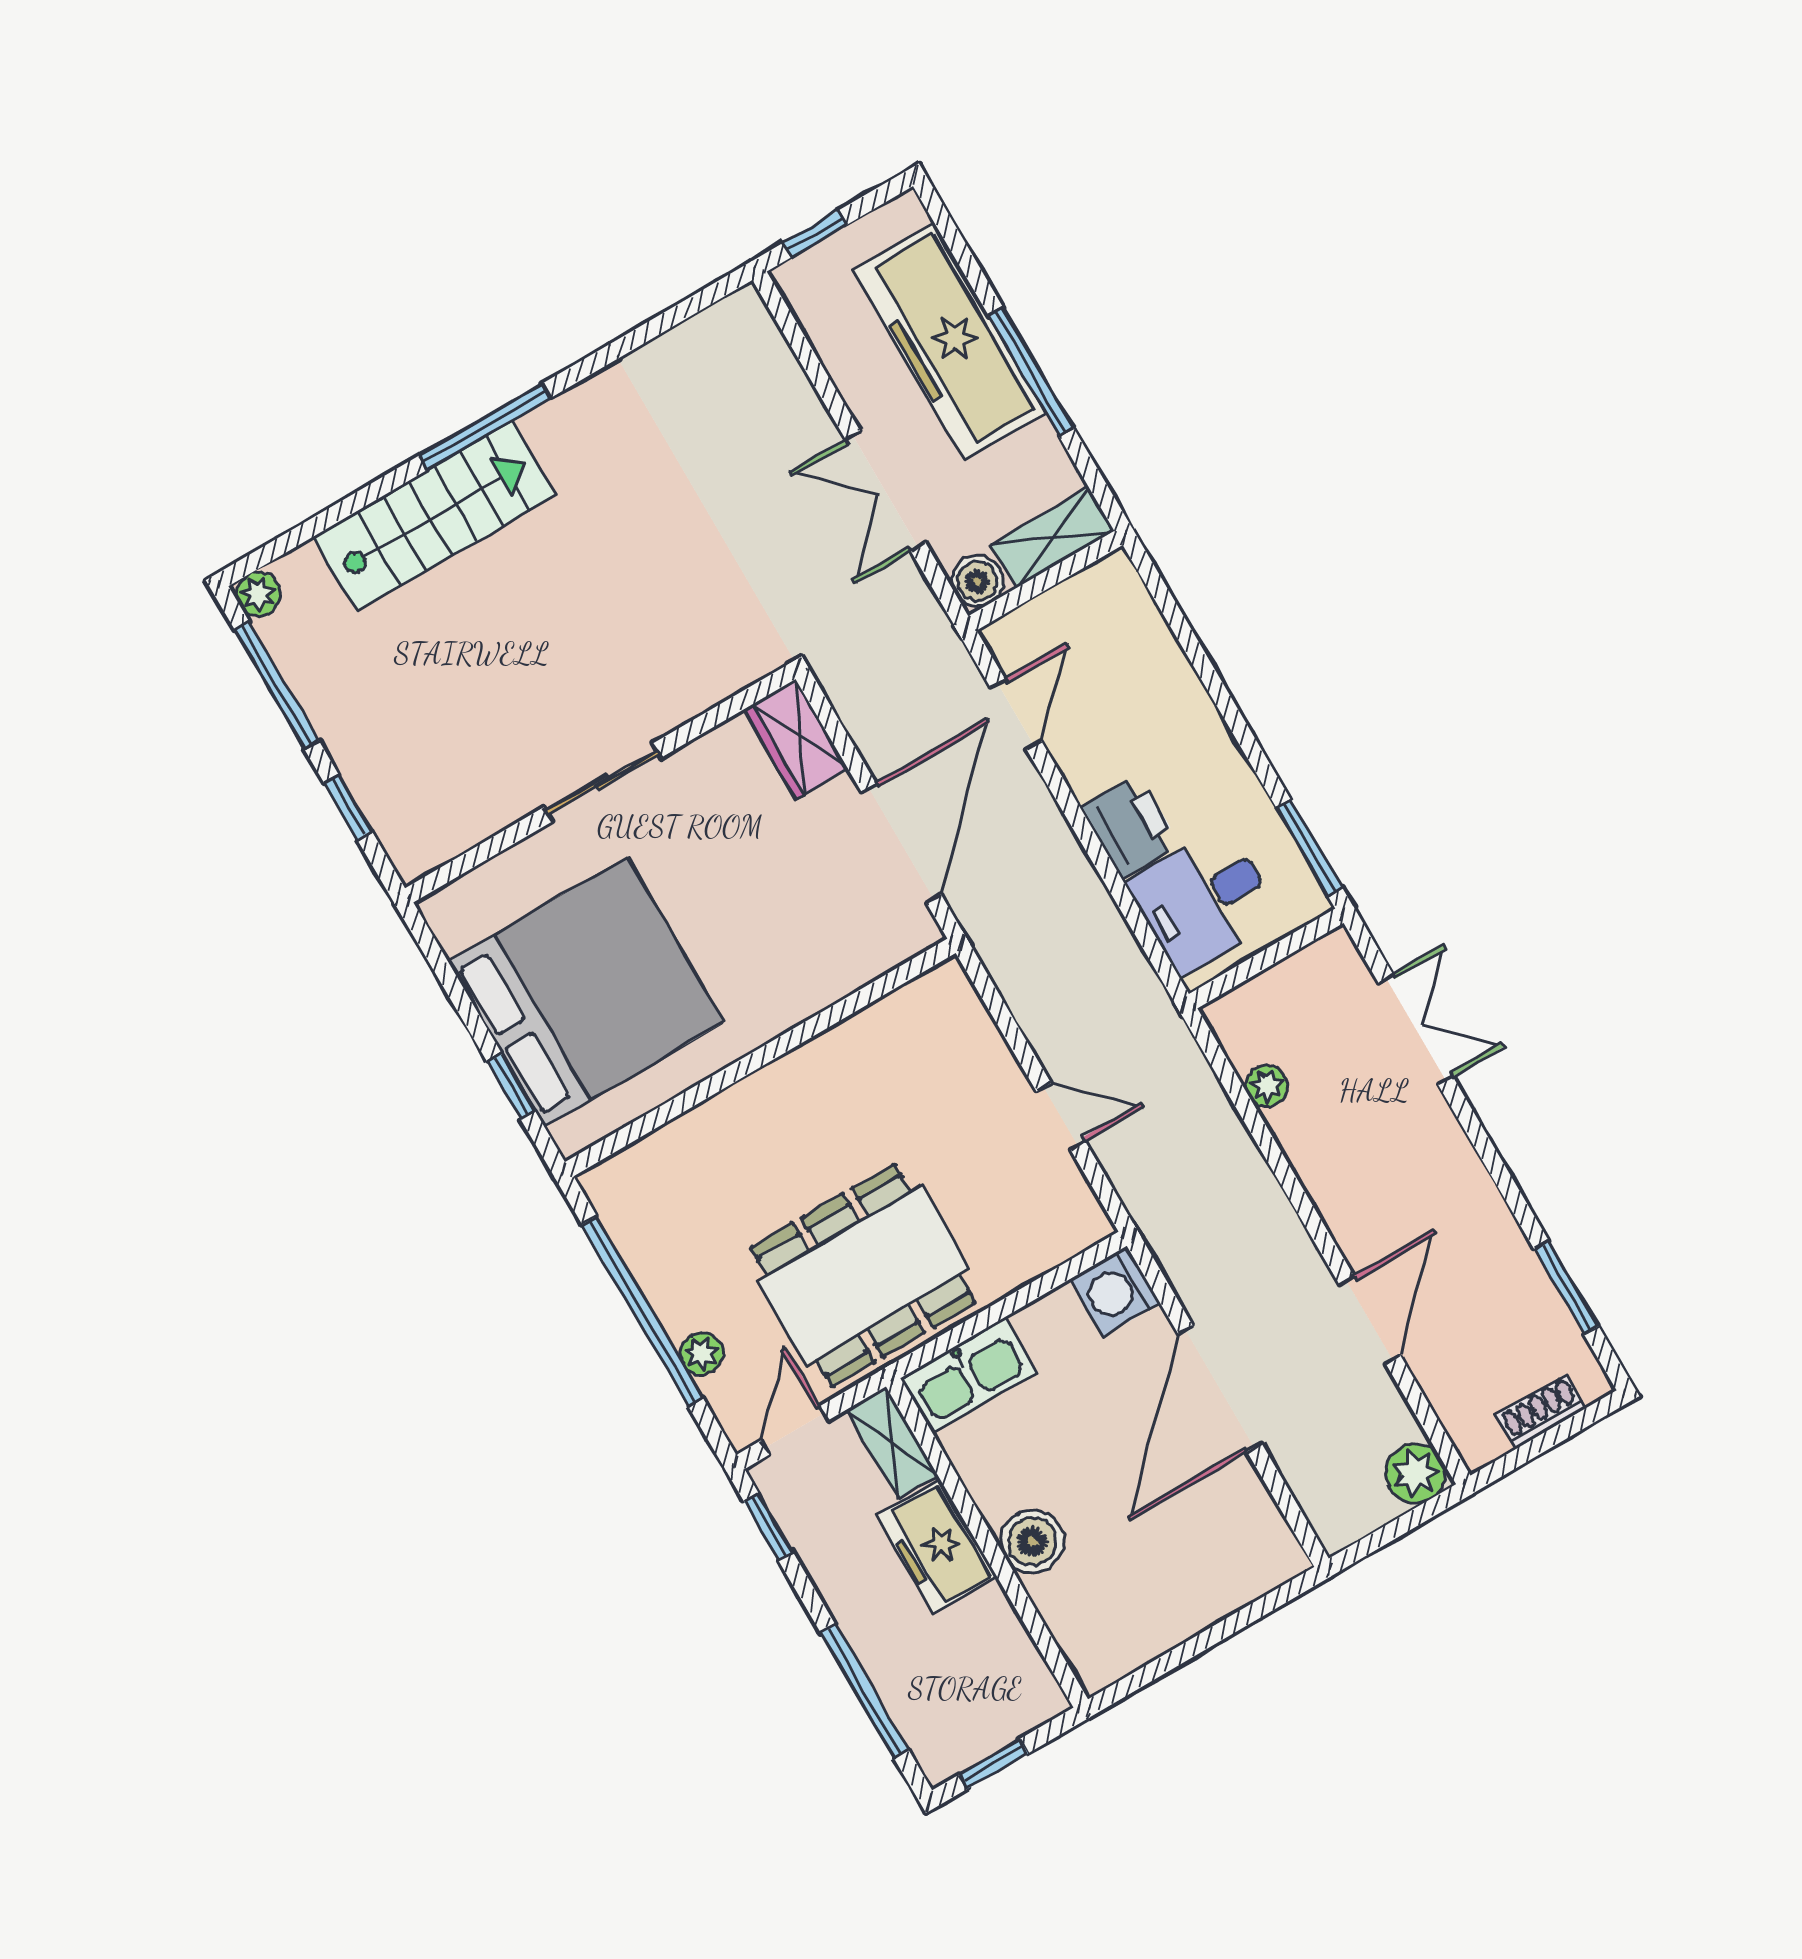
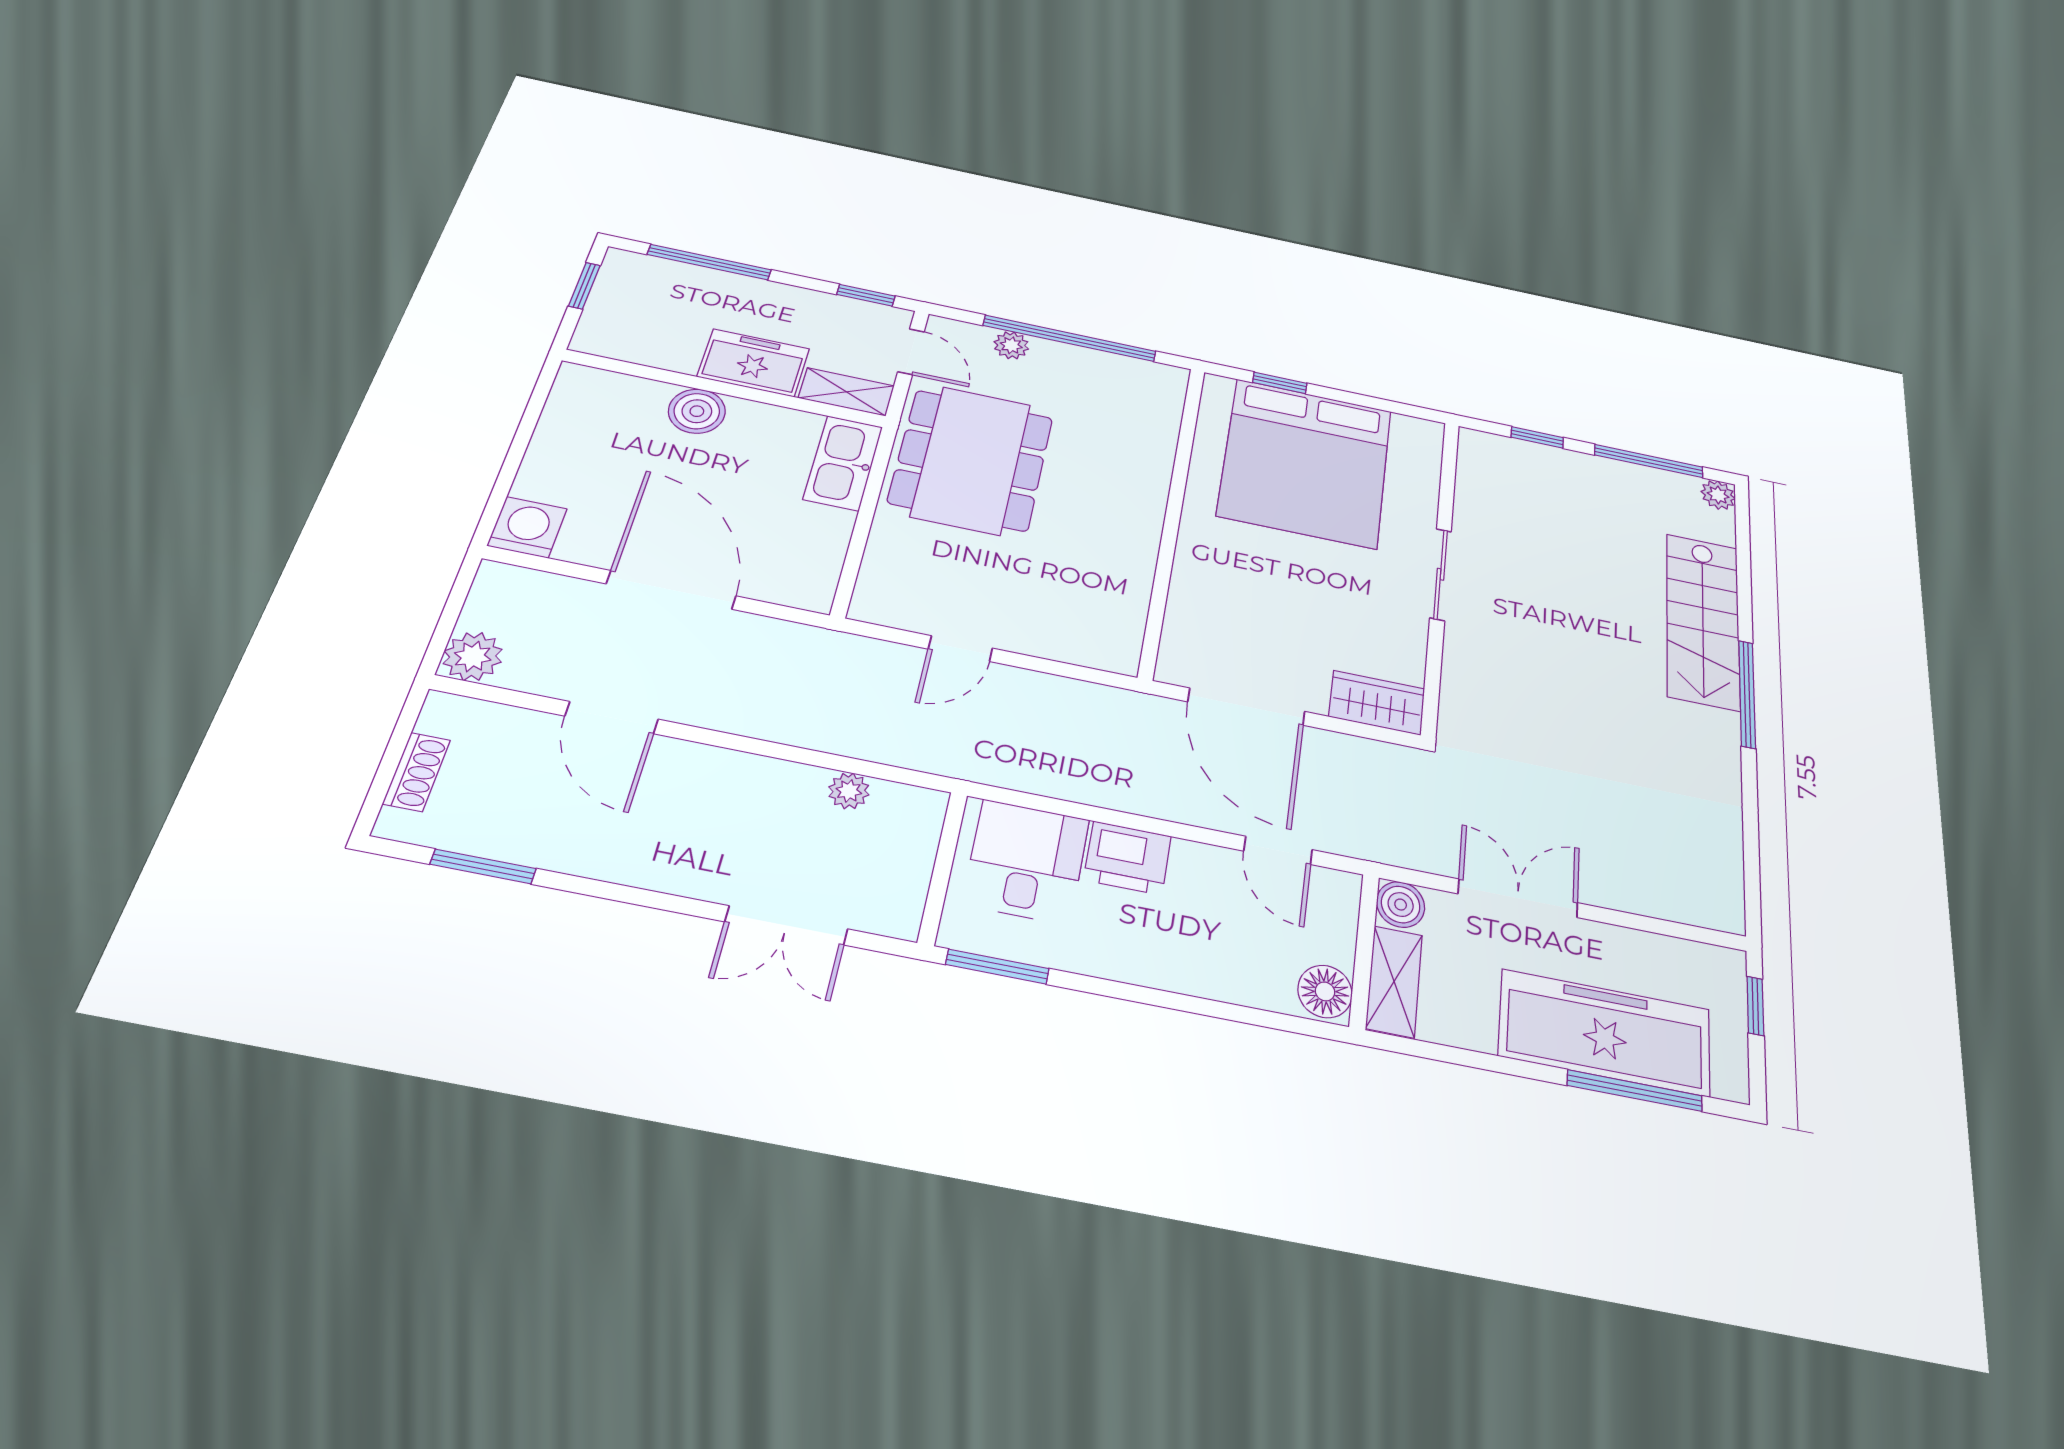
window: (1031, 372) -> (1635, 1091), moved
floor lamp: (1109, 585) -> (1325, 991), added
washing machine: (1115, 1291) -> (527, 527), moved

